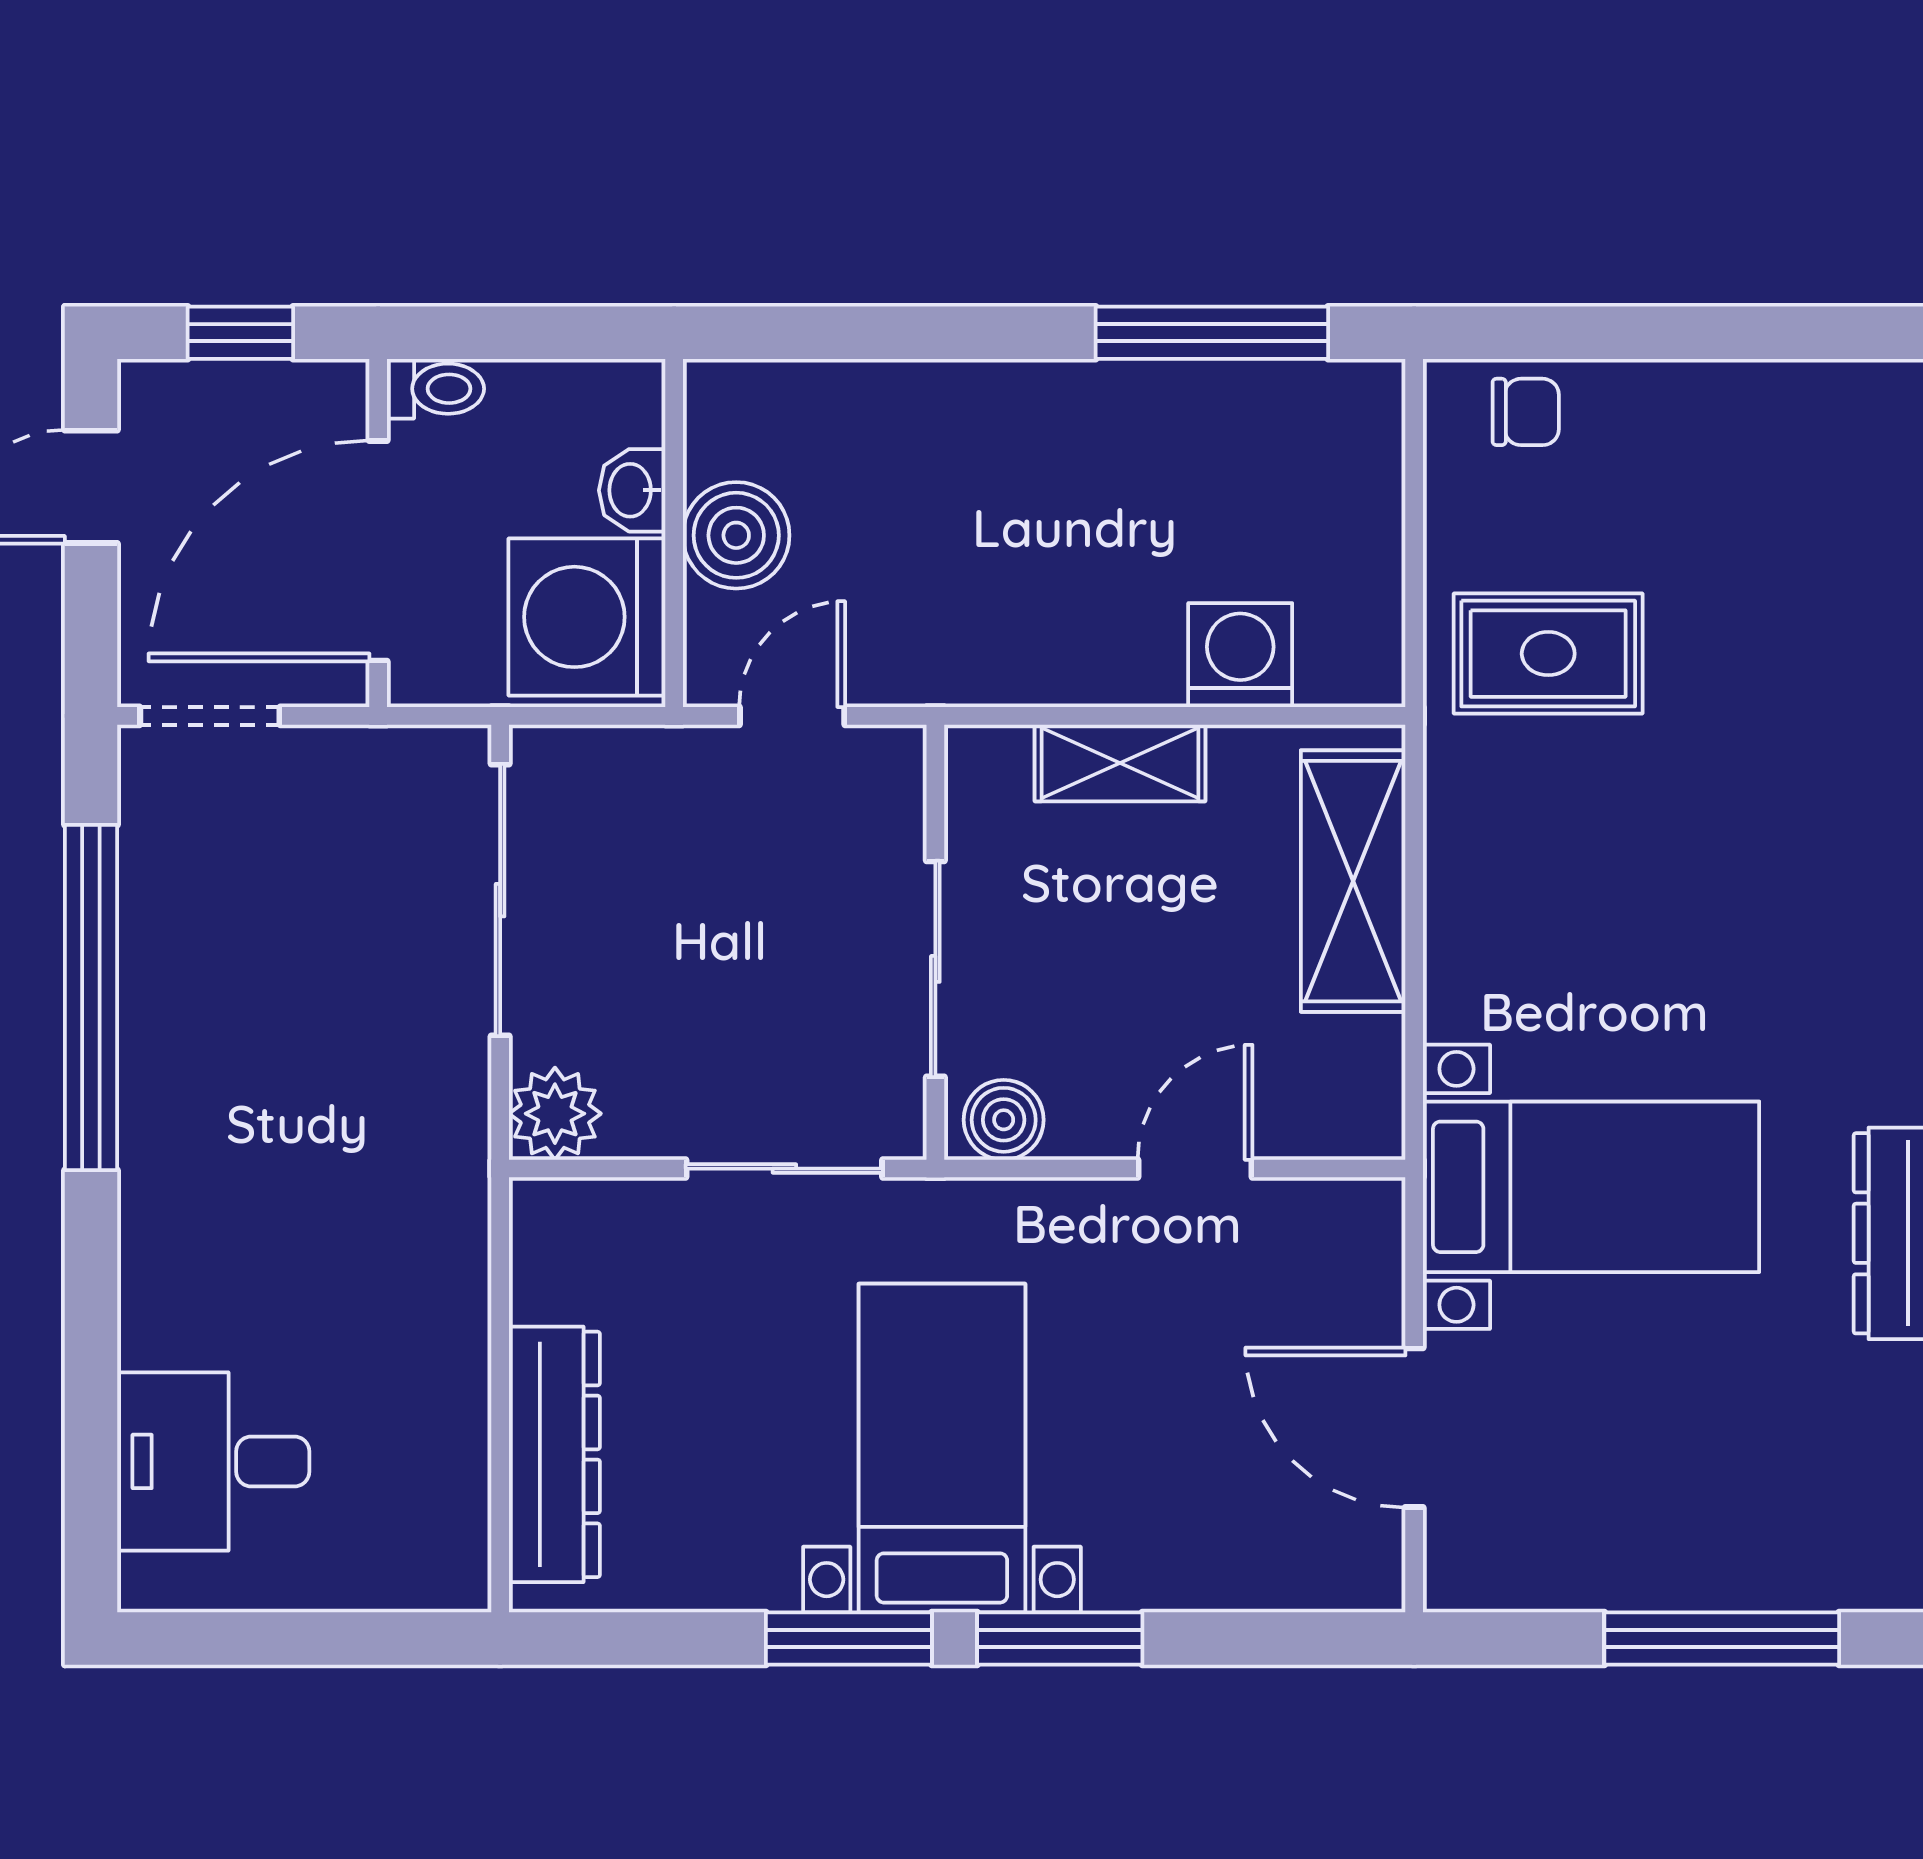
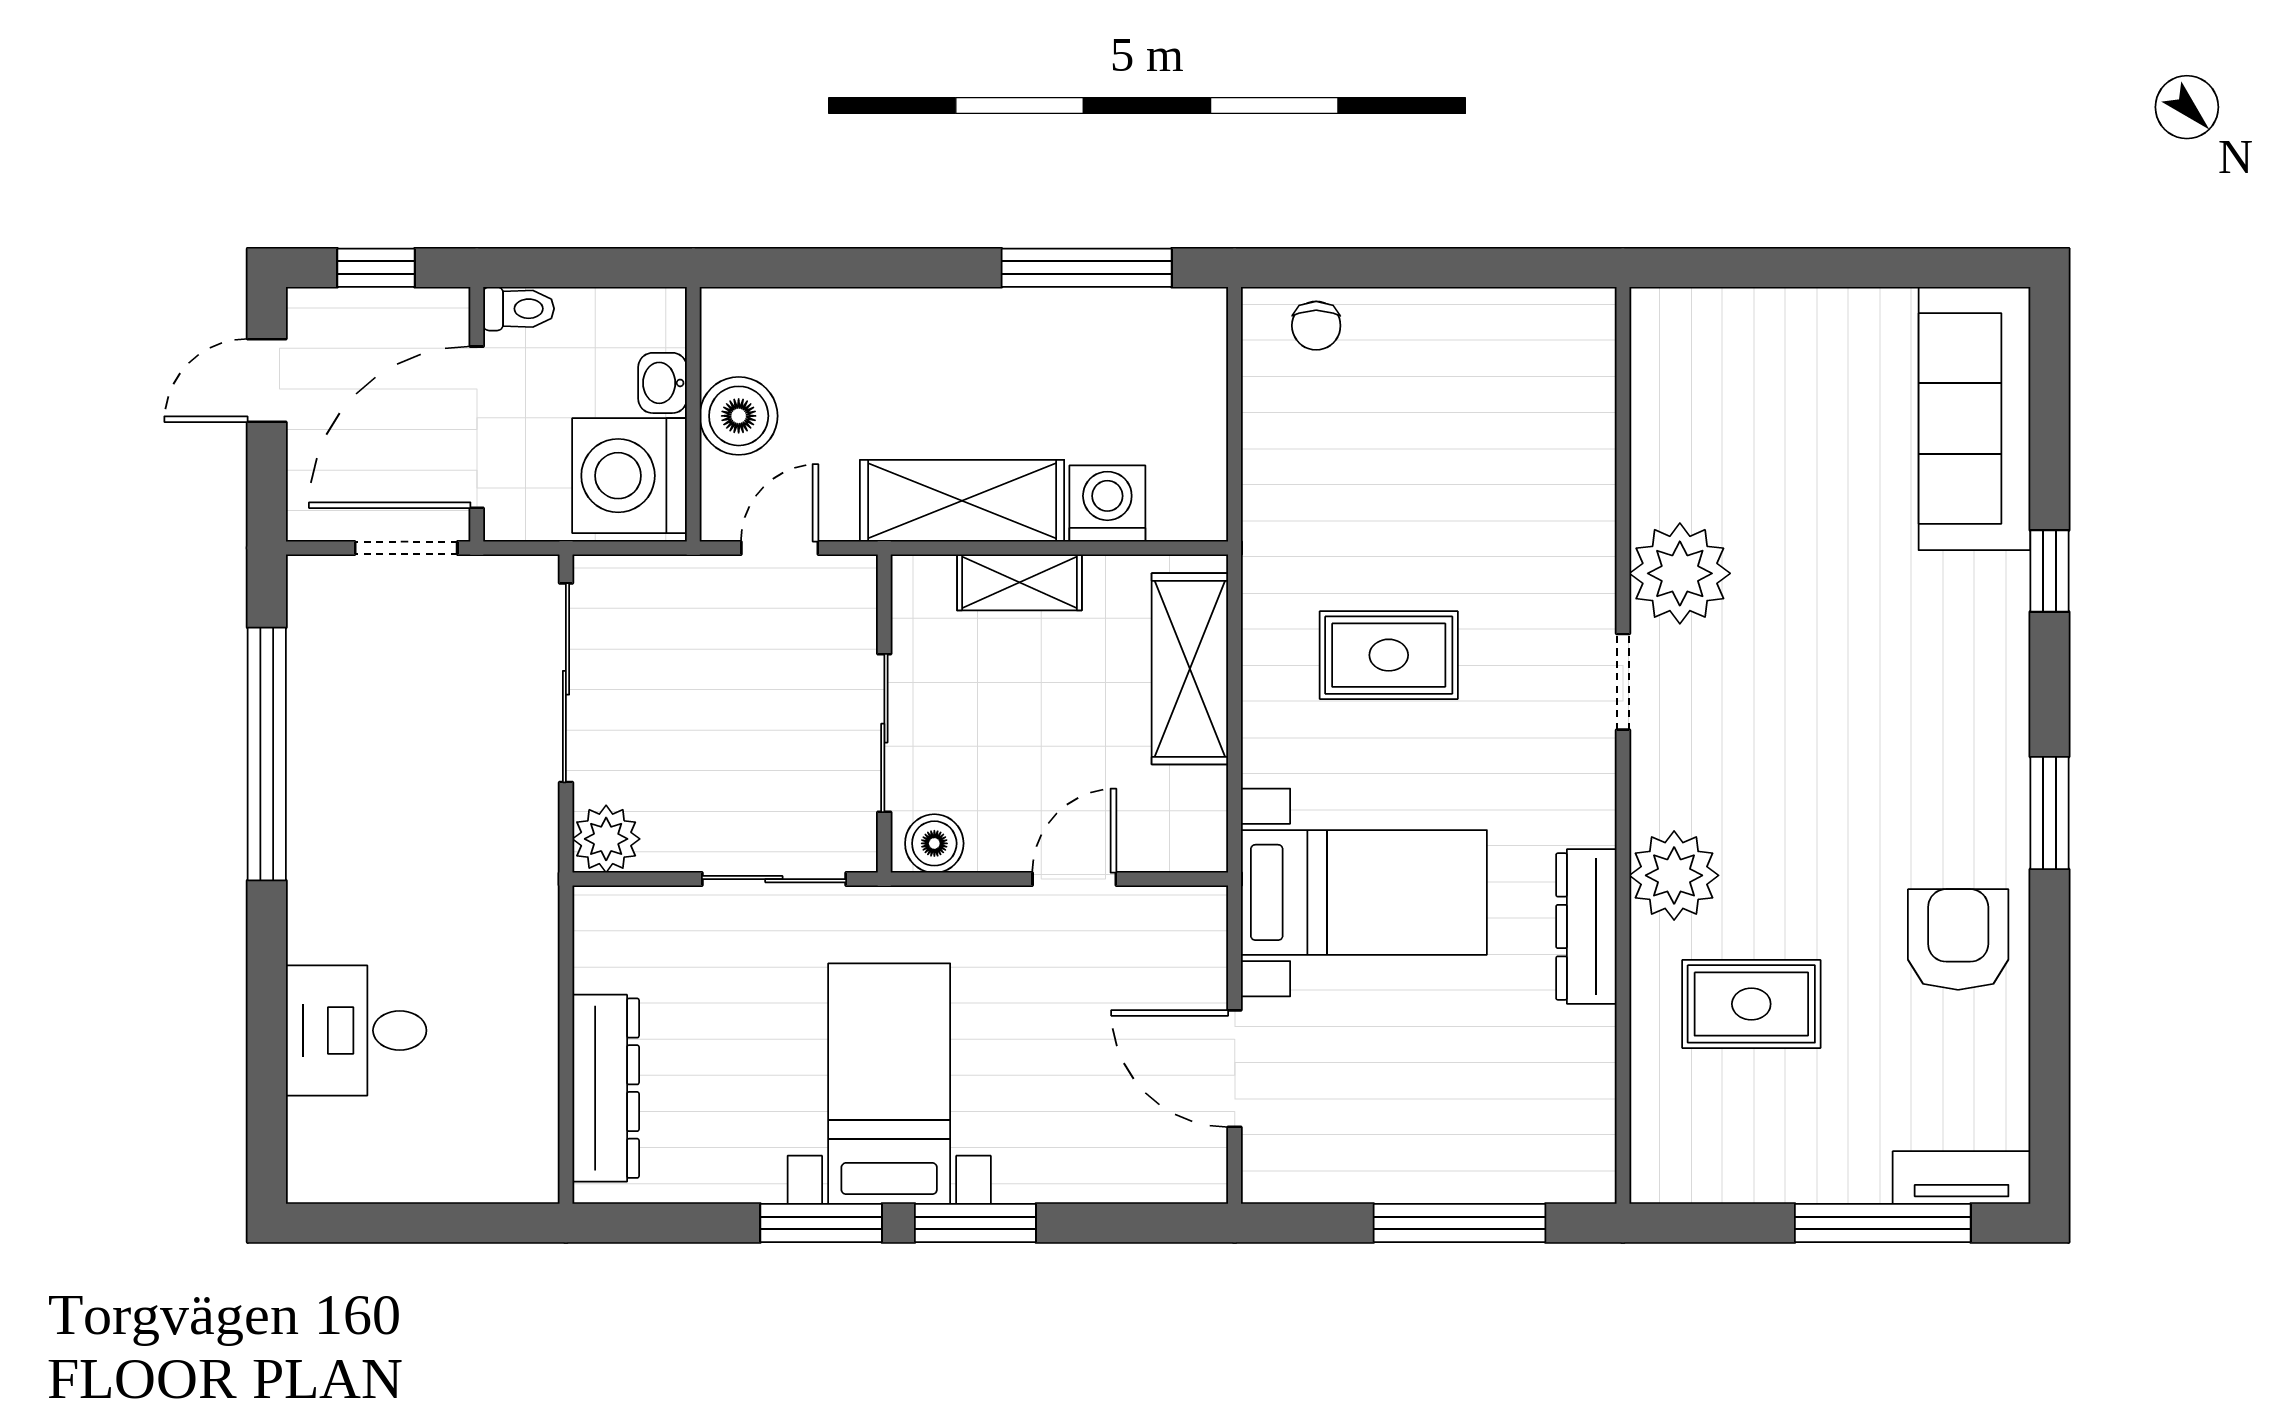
chair: (1526, 412) -> (1316, 326), turned 90
shelving: (1042, 651) -> (962, 501), added
rug: (1548, 654) -> (1389, 655), moved
doorway: (210, 716) -> (406, 548), moved
desk: (213, 1461) -> (356, 1030), moved

